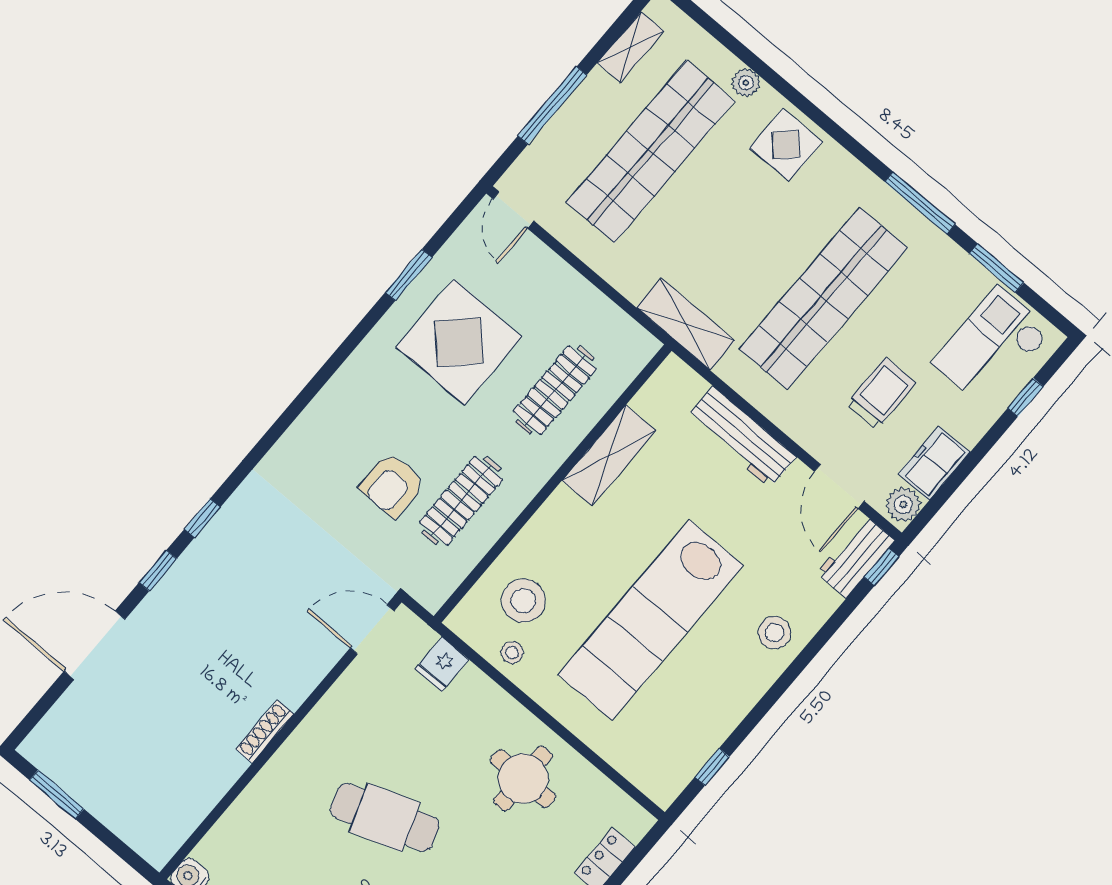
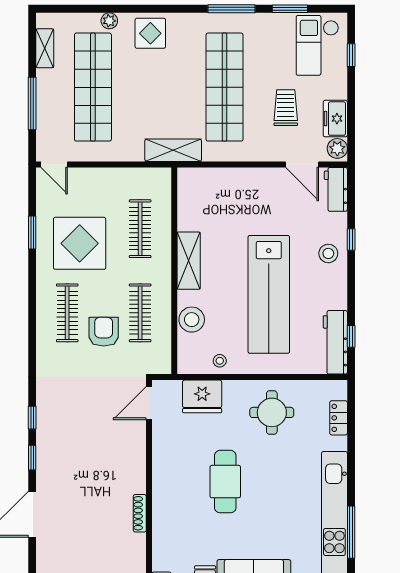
clothes rail: (365, 420) -> (67, 313), added
workbench: (741, 437) -> (335, 342), moved, turned 90
shelving: (609, 456) -> (189, 261), moved
armchair: (392, 485) -> (104, 332), turned 180
window: (882, 567) -> (351, 240), moved
stool: (523, 601) -> (192, 320), moved
fridge: (442, 664) -> (202, 396), width x1.88, depth x1.34
shoe rack: (265, 731) -> (140, 513), moved
cafe table: (385, 817) -> (225, 482), turned -71

